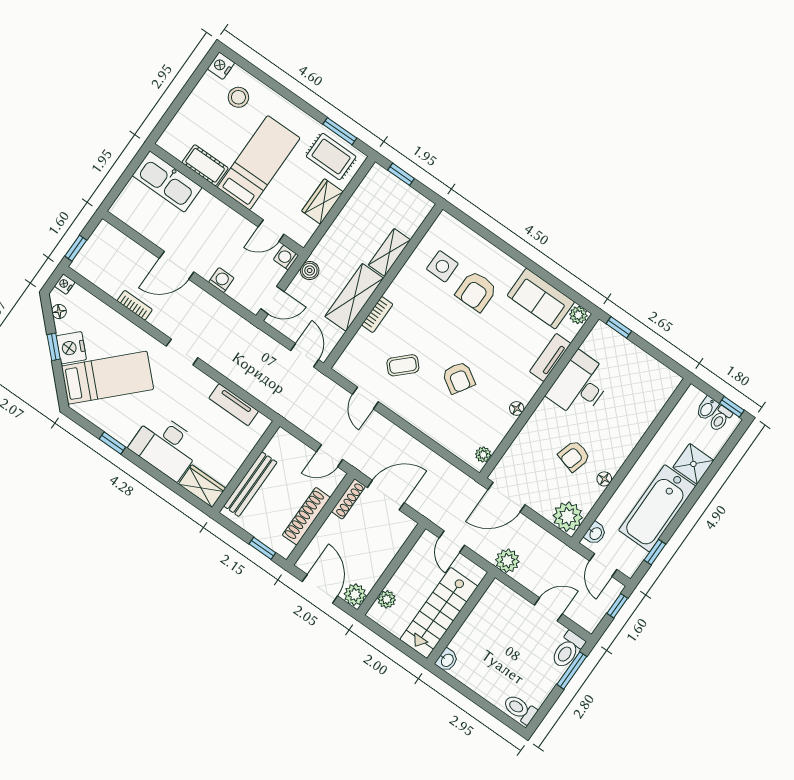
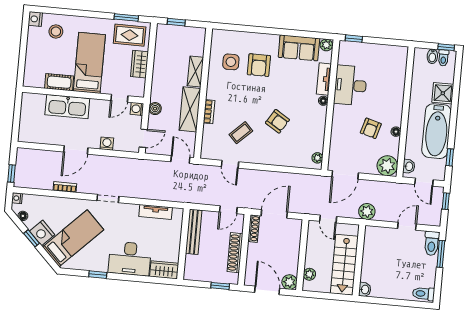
kitchen sink: (167, 181) -> (67, 107), moved
floor lamp: (517, 408) -> (323, 101), moved
bench: (250, 484) -> (194, 232), moved

